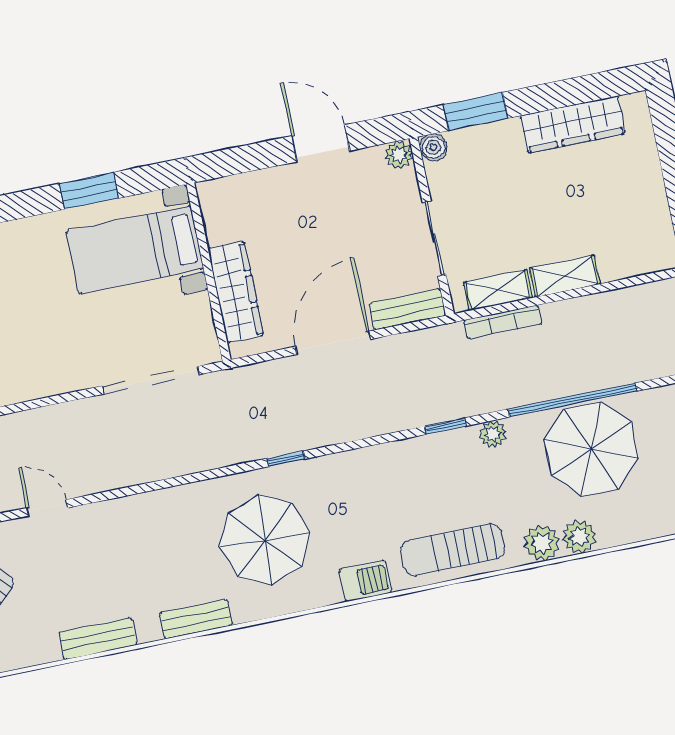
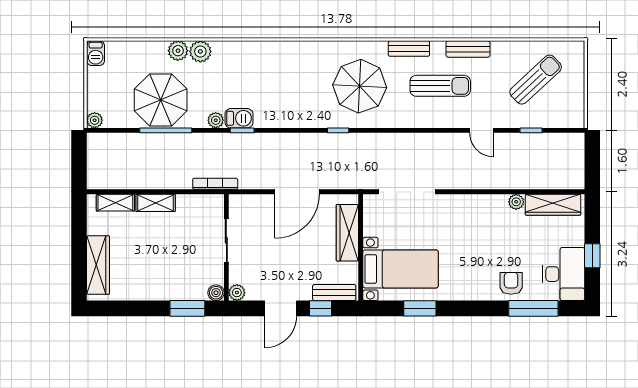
wardrobe: (573, 125) -> (98, 265), moved, turned 90
door: (321, 143) -> (281, 308), hinge flipped
window: (254, 157) -> (321, 308), added
shelving: (498, 290) -> (115, 203), moved
bench: (408, 309) -> (334, 293), moved
bookcase: (503, 322) -> (215, 184), moved
window: (572, 400) -> (166, 130), width x0.68
sun lounger: (453, 550) -> (440, 86), moved
barbecue: (365, 581) -> (239, 118), moved, turned 180

